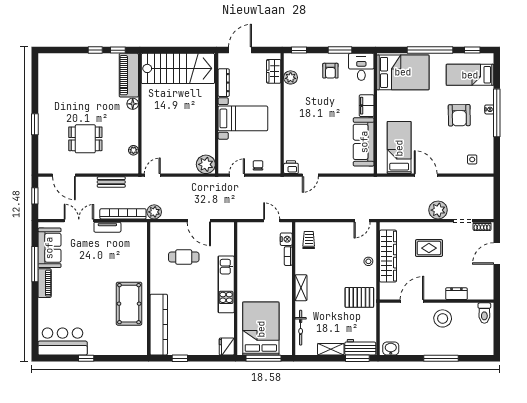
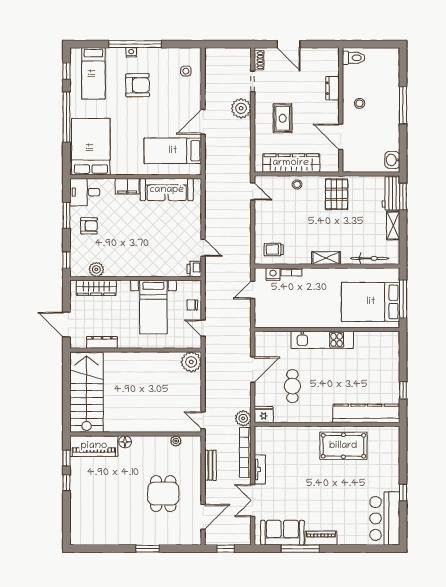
wardrobe: (274, 71) -> (96, 288), width x1.50
bed with nightstands: (243, 118) -> (153, 307), moved, turned 180
stool: (443, 318) -> (360, 103), width x0.53, depth x0.53
fridge: (227, 347) -> (264, 415), moved, turned 180

